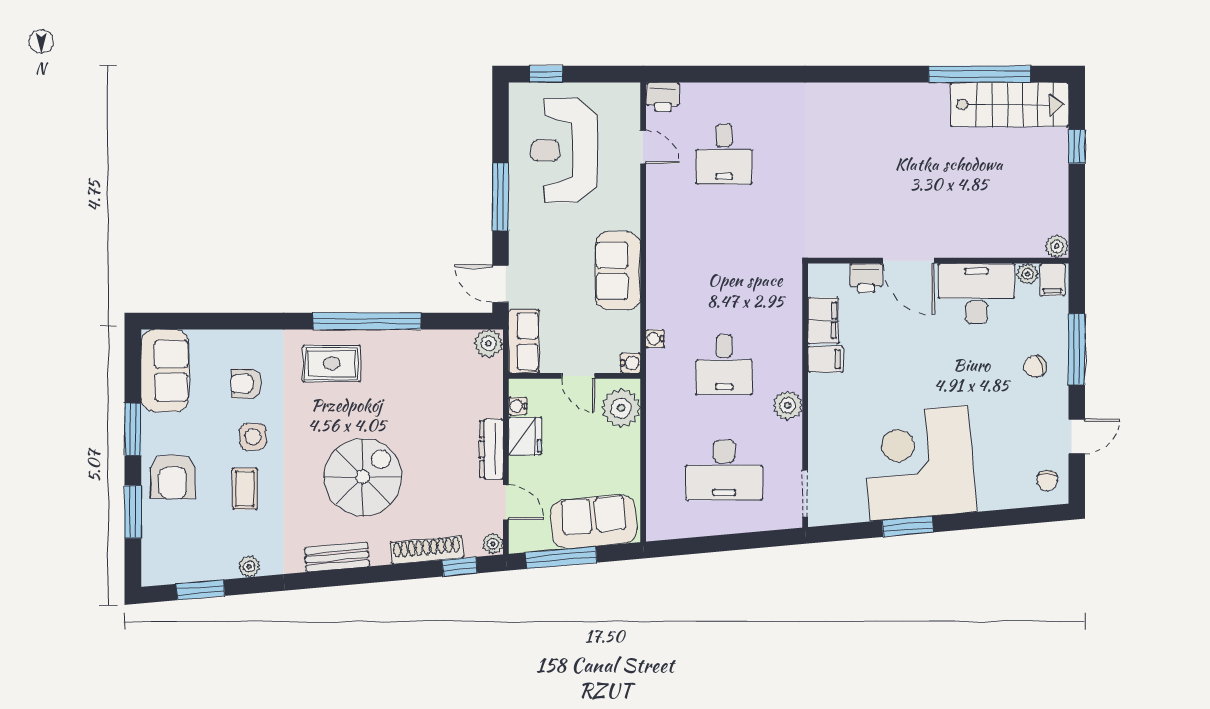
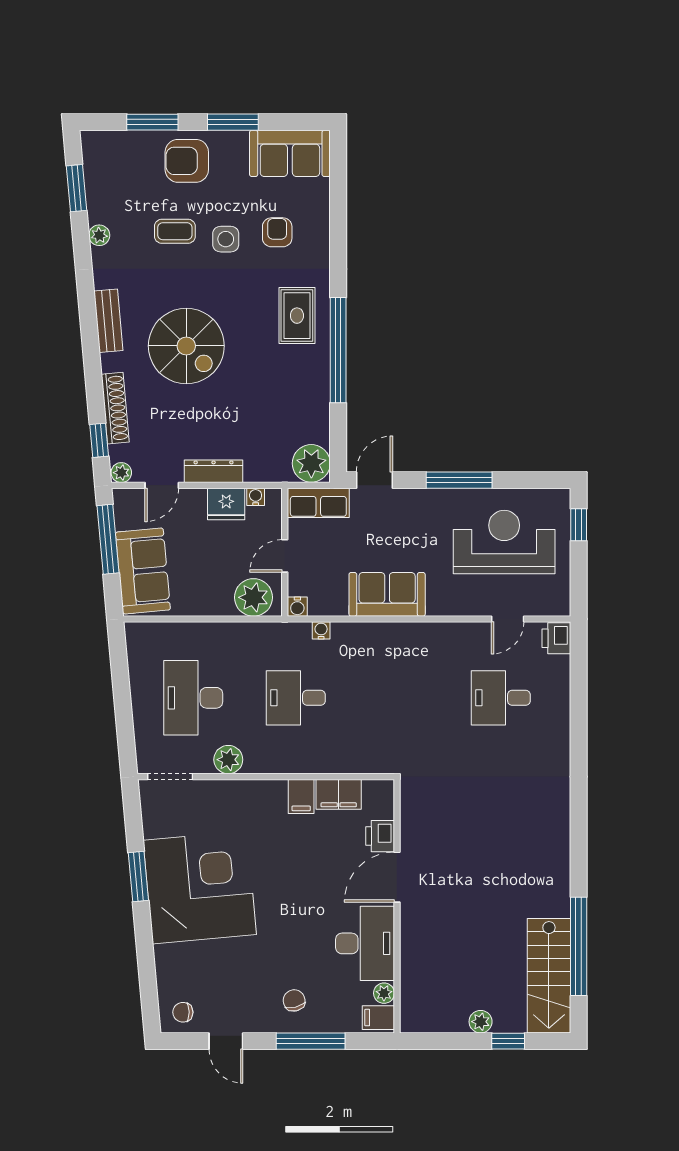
plant: (1057, 246) -> (481, 1022), moved
plant: (489, 344) -> (311, 463), width x1.36, depth x1.36
plant: (788, 405) -> (228, 760), moved

